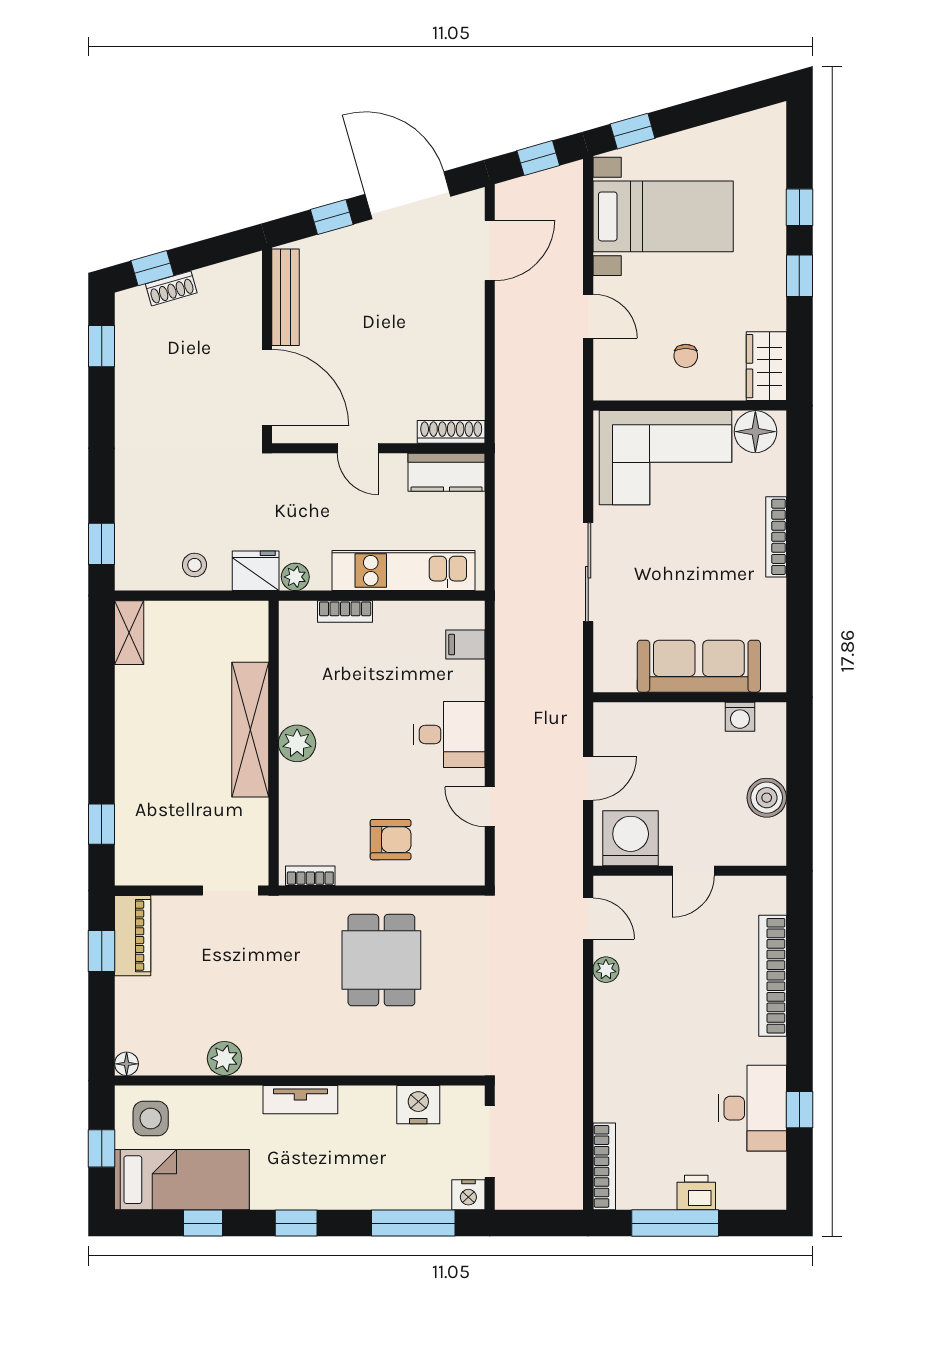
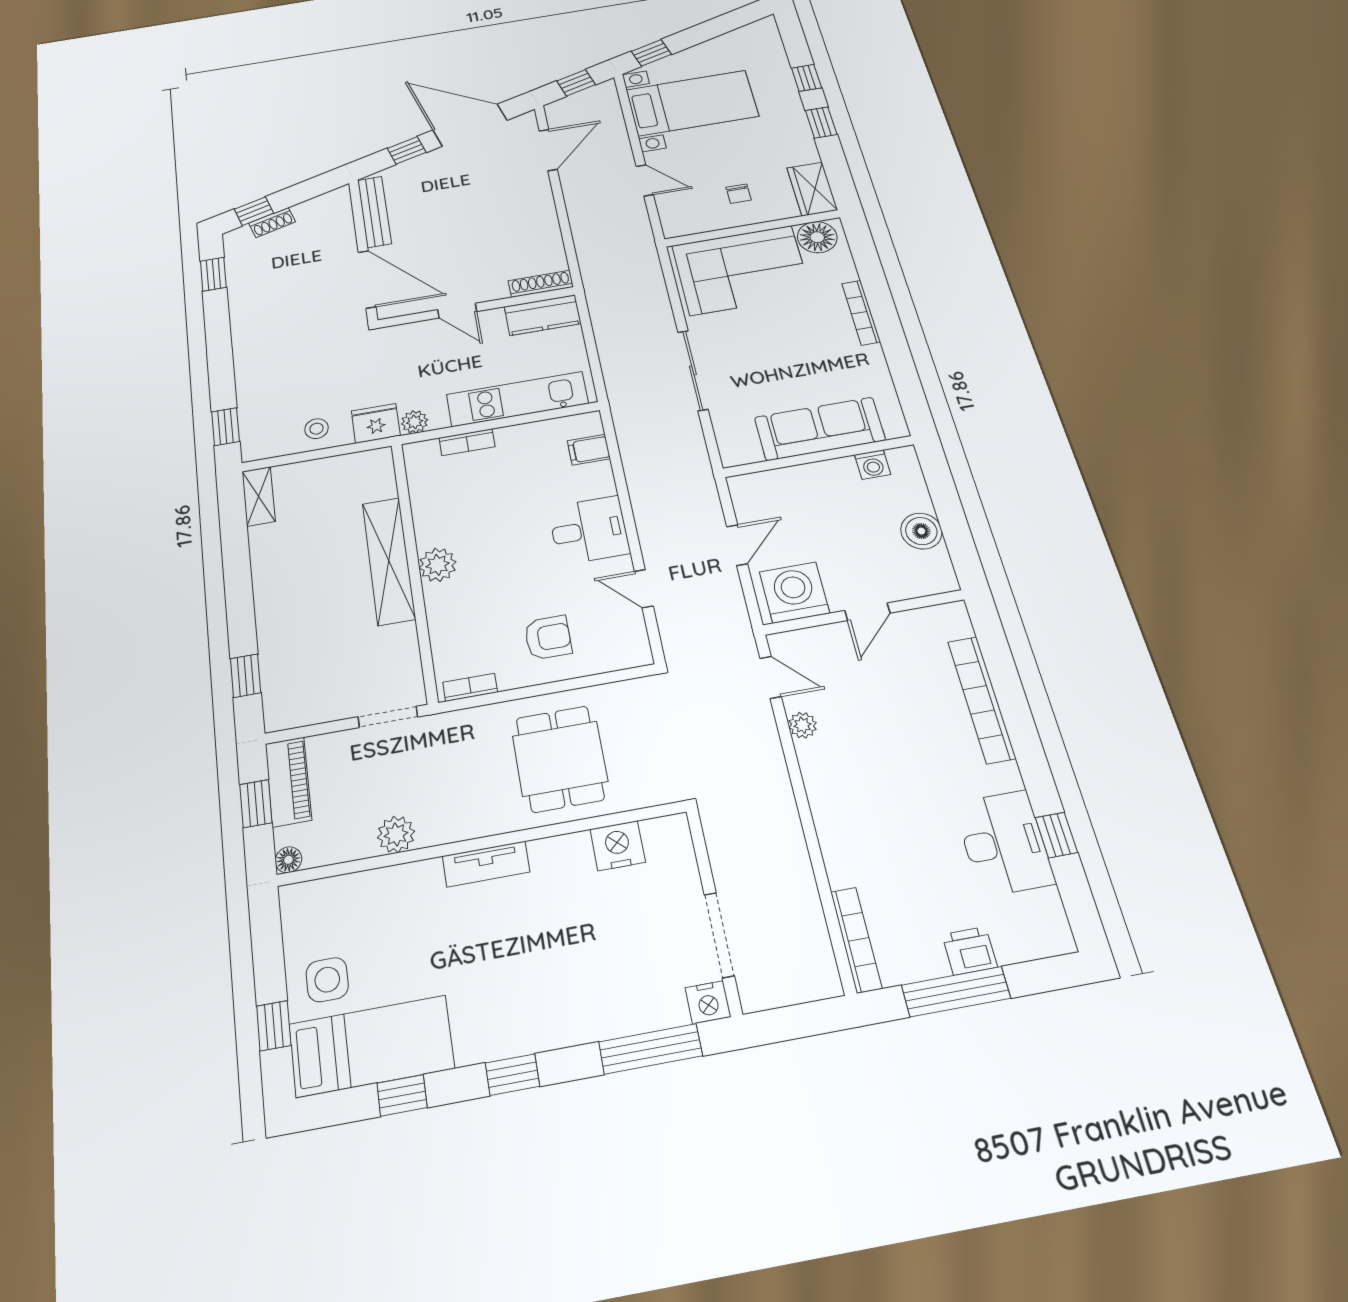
plant: (225, 1058) -> (396, 834), moved
floor lamp: (127, 1064) -> (288, 860), moved
wall: (300, 1080) -> (482, 843), moved
tv unit: (300, 1100) -> (486, 864), moved
nightstand: (418, 1105) -> (618, 846), moved

